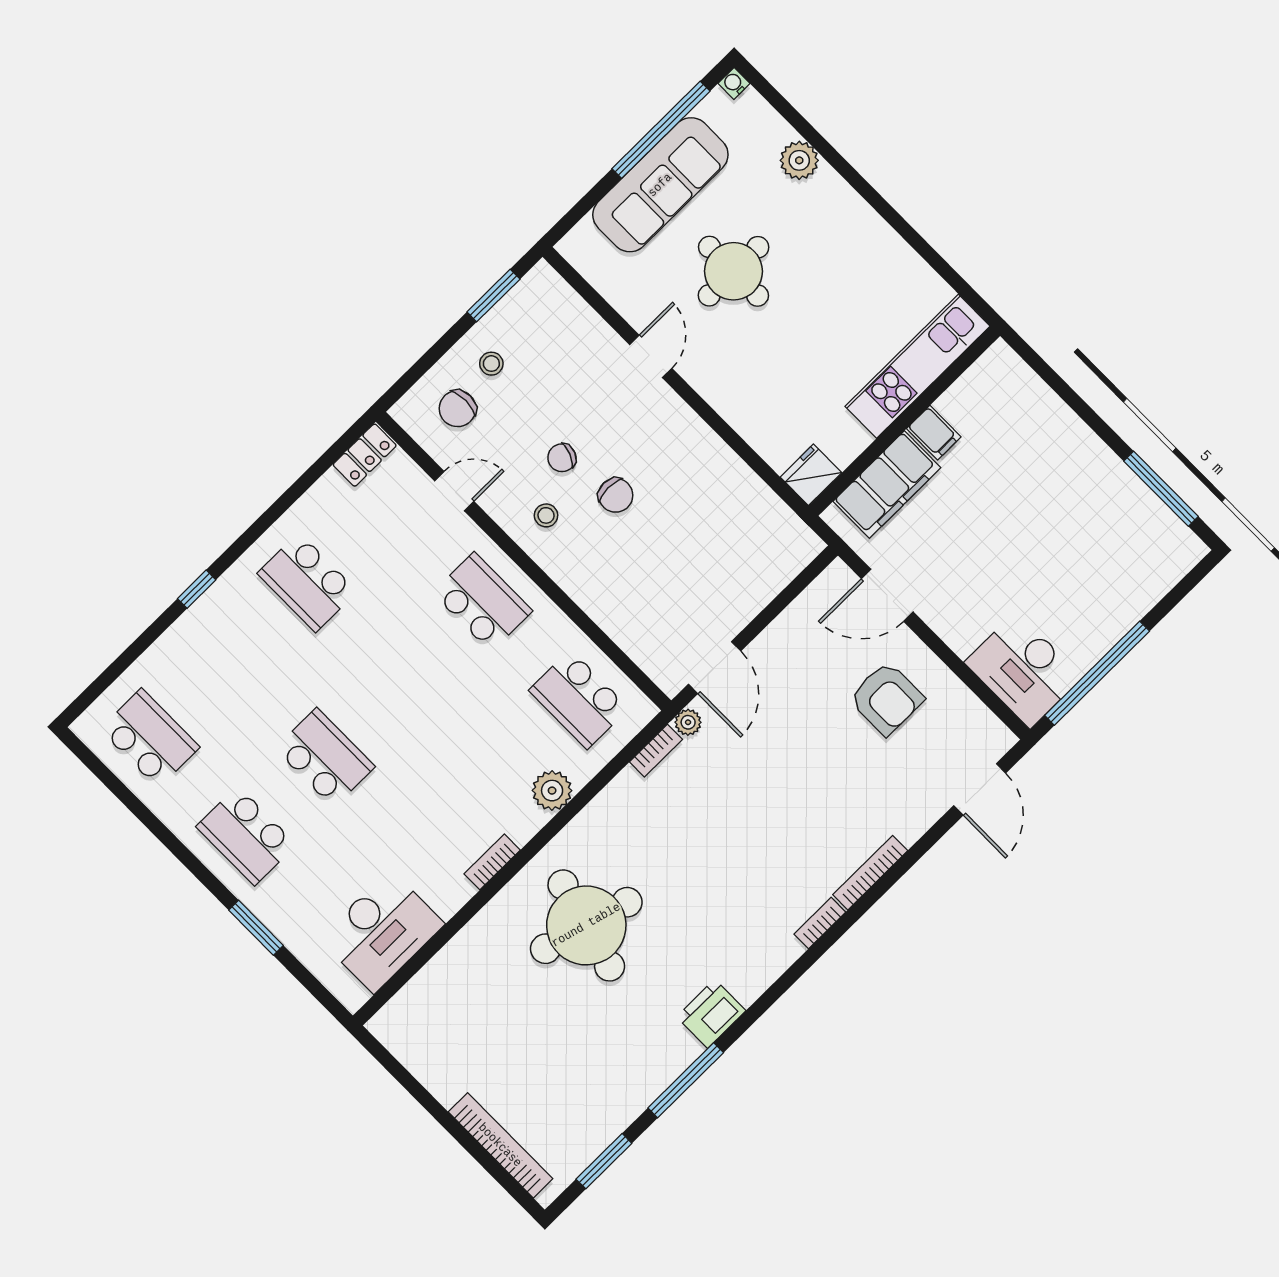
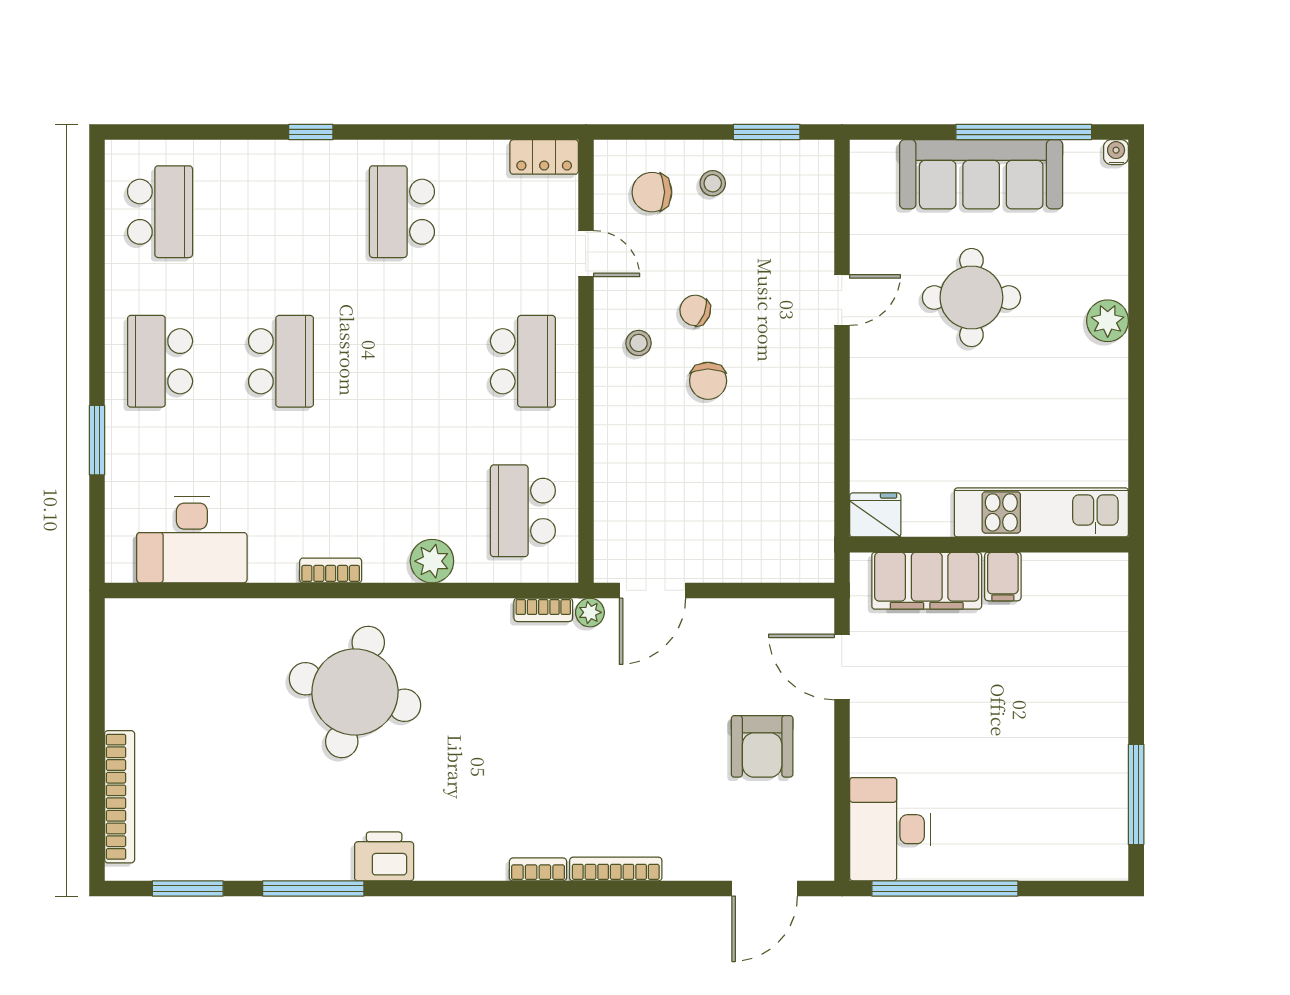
plant: (799, 160) -> (1108, 321), moved

